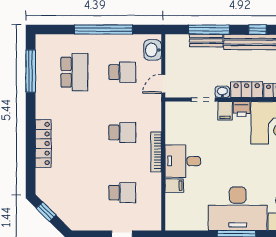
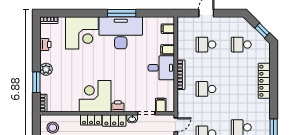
filing cabinet: (225, 111) -> (161, 105), moved
school desk: (74, 193) -> (241, 45), added
filing cabinet: (174, 214) -> (168, 29), added

